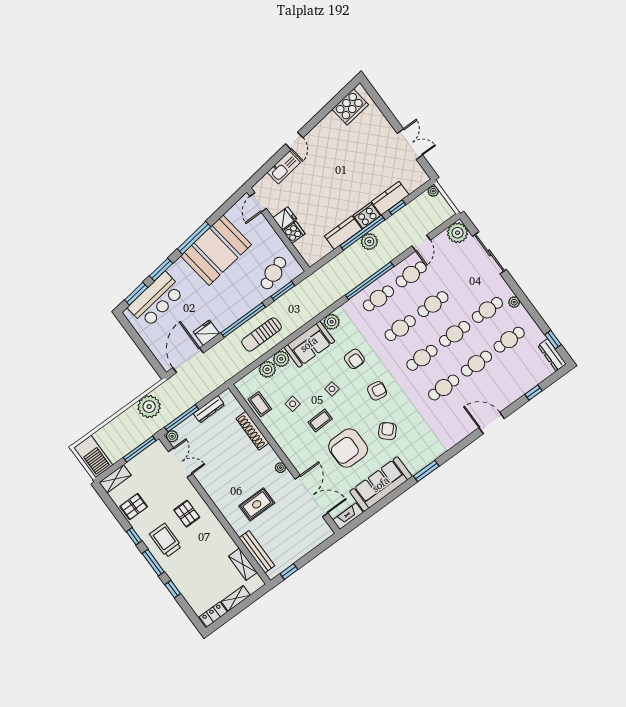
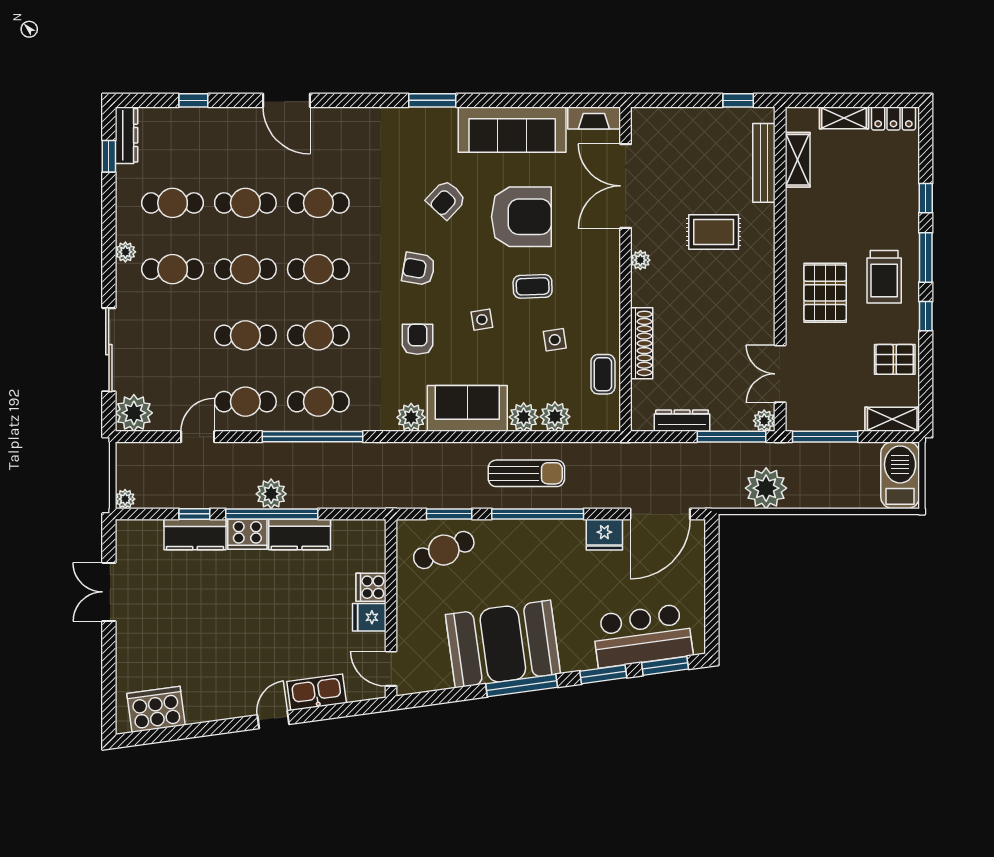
door: (258, 202) -> (391, 669), swing flipped
pallet: (187, 514) -> (825, 293), width x1.50, depth x1.42

